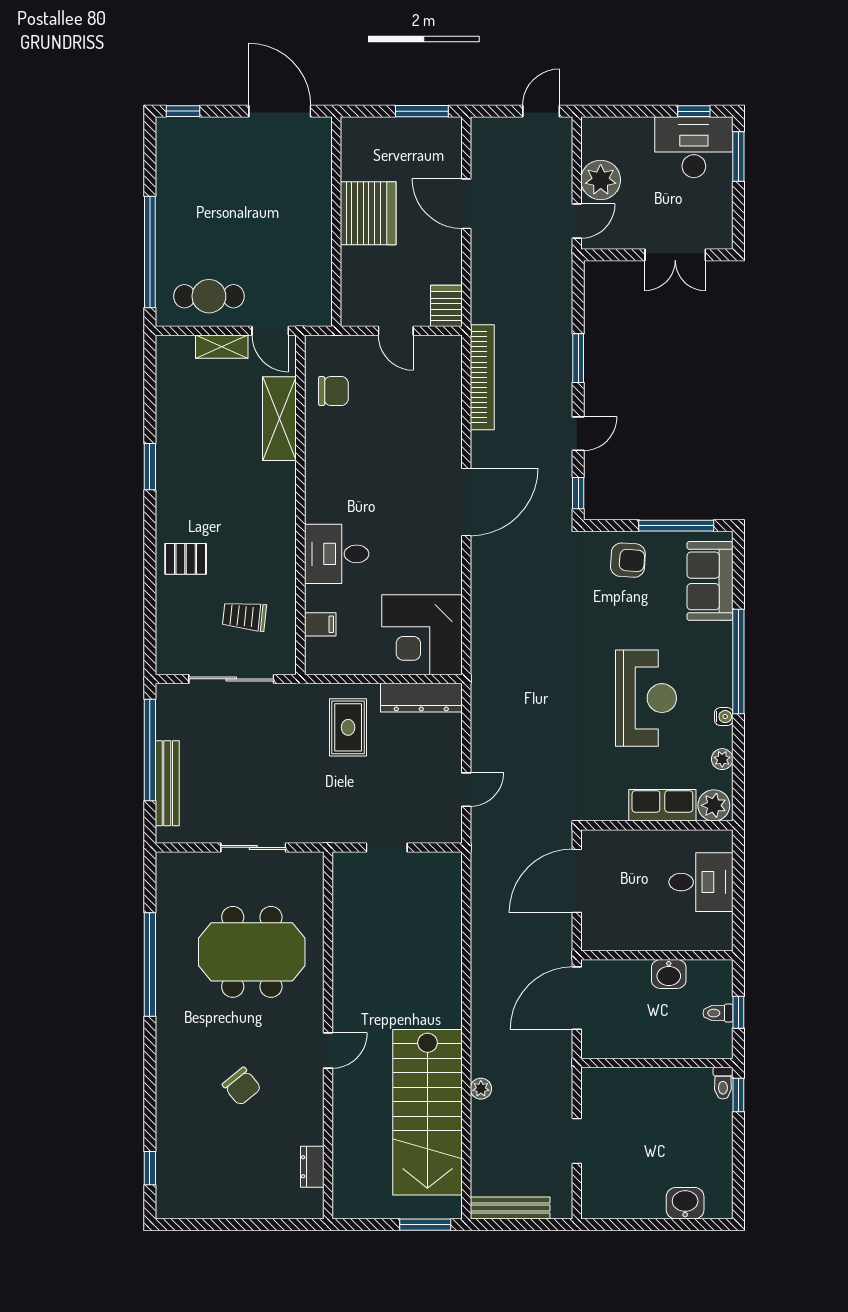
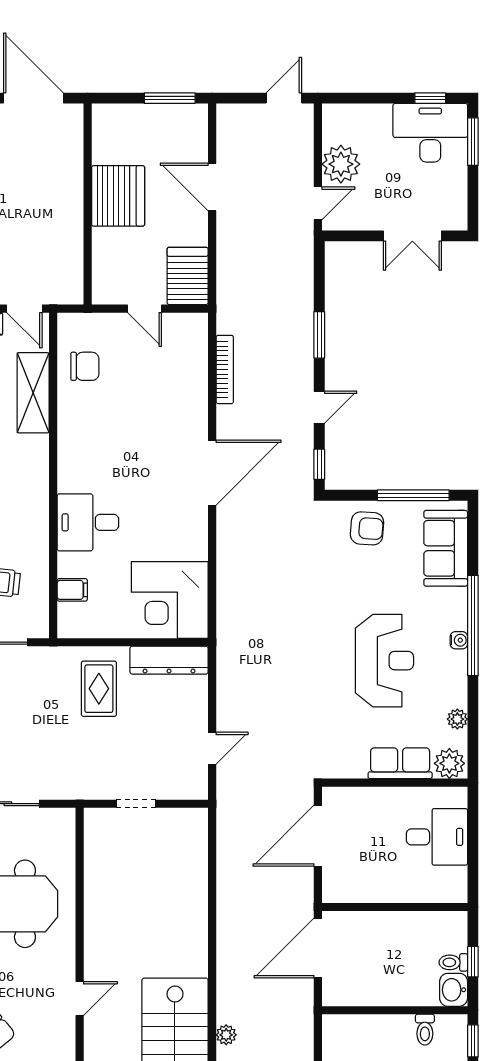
server rack: (446, 306) -> (188, 276), width x1.36, depth x1.44
bookcase: (482, 377) -> (225, 369), width x0.68, depth x0.76
water cooler: (724, 717) -> (459, 640), moved
washbasin: (669, 974) -> (454, 990), moved, turned 90
toilet: (723, 1083) -> (425, 1030), moved

